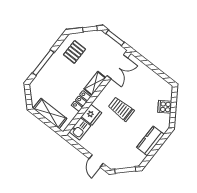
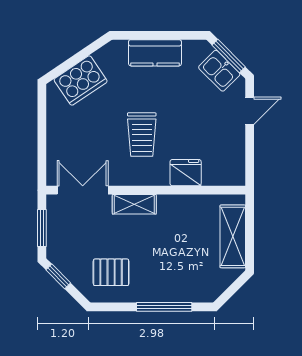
locker: (81, 101) -> (177, 204), removed
cooker: (165, 107) -> (81, 80), width x1.87, depth x1.31
kitchen sink: (80, 129) -> (219, 71), moved, turned -135

